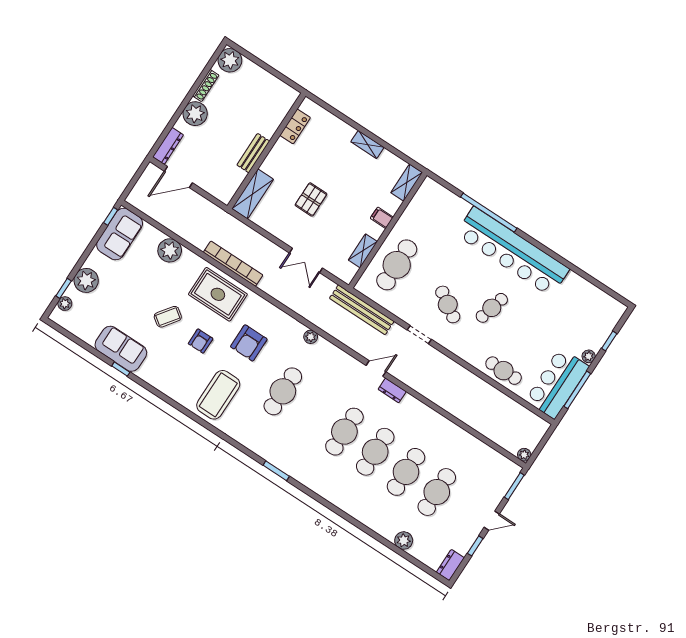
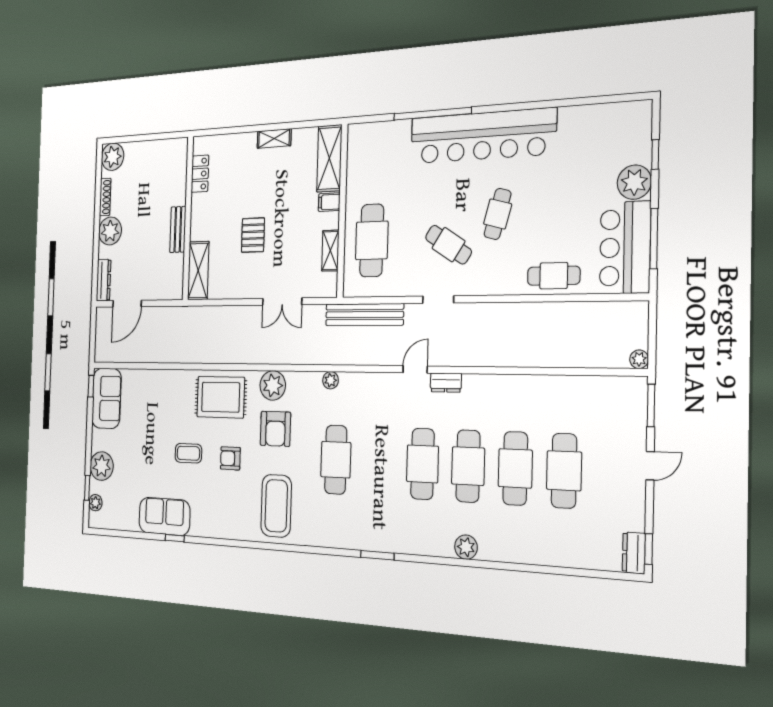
shelving: (407, 183) -> (329, 158), width x1.50, depth x1.33
plant: (170, 250) -> (273, 385), moved
bookcase: (233, 264) -> (218, 355), removed
coffee table: (168, 317) -> (188, 453), turned 54
armchair: (201, 341) -> (230, 458), turned 90
plant: (589, 356) -> (634, 182), width x1.87, depth x1.87
plant: (404, 541) -> (466, 547), moved
window: (475, 546) -> (649, 549), moved

